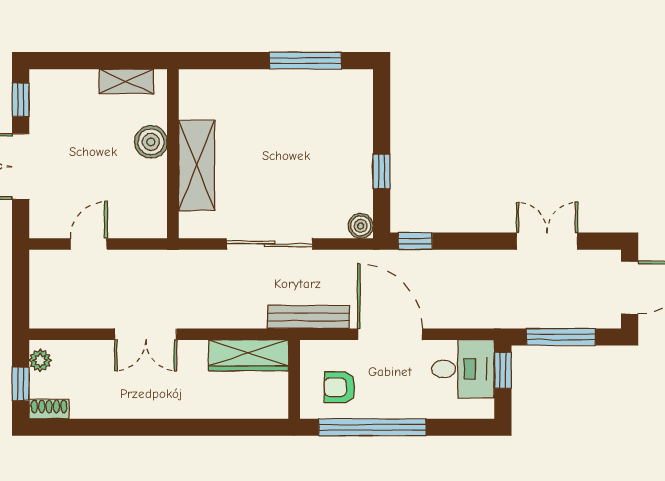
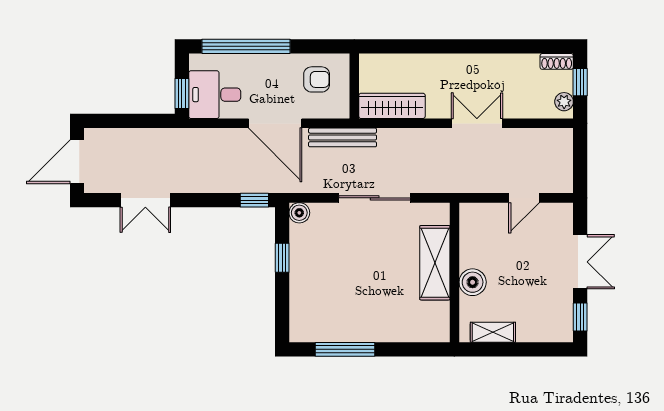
window: (561, 337) -> (134, 121), removed
window: (372, 427) -> (246, 46), moved

